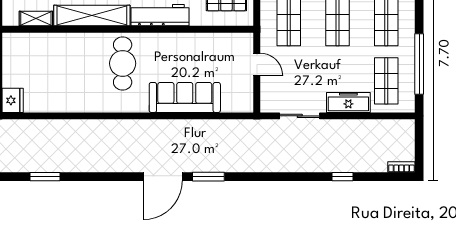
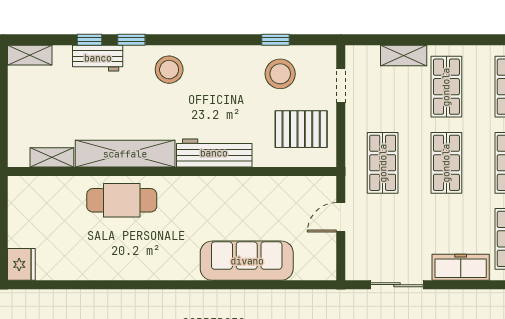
cafe table: (123, 63) -> (122, 200), moved, turned 90
door: (257, 64) -> (341, 217), swing flipped

